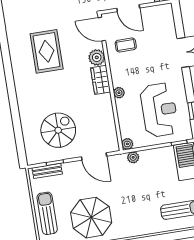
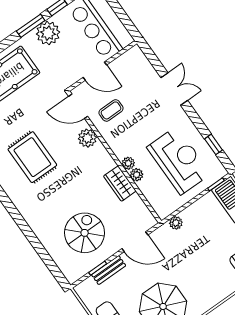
wardrobe: (100, 80) -> (120, 184), moved
plant: (127, 144) -> (137, 175), moved
bench: (47, 171) -> (109, 270), moved

